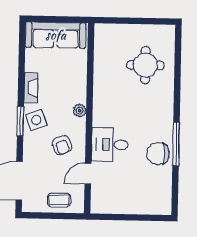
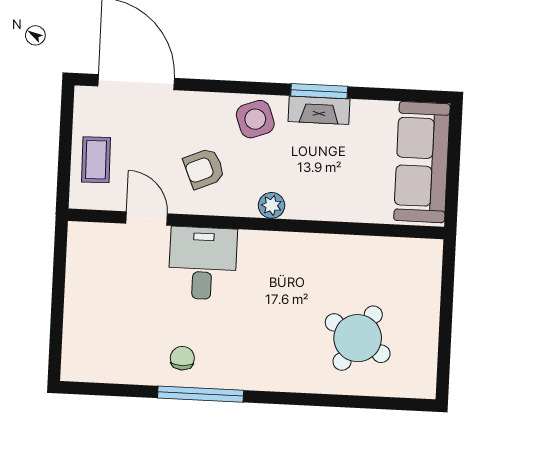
round table: (145, 65) -> (358, 338), turned 31
window: (20, 121) -> (319, 91), moved
chair: (158, 153) -> (182, 358), width x0.54, depth x0.54

